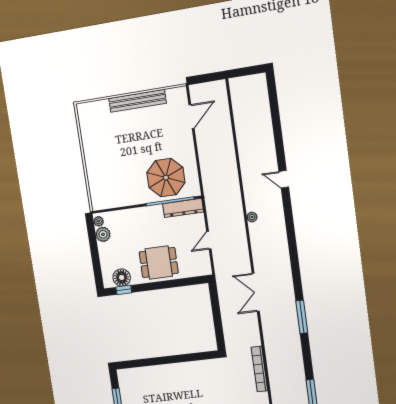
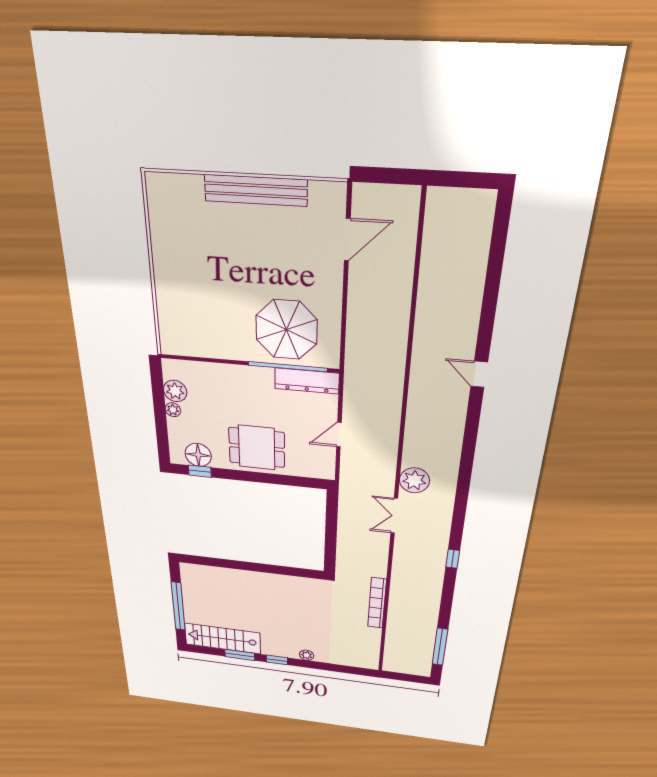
plant: (252, 217) -> (414, 480), moved, width x1.88, depth x1.88
plant: (99, 221) -> (173, 410), moved
double door: (256, 292) -> (394, 516), width x0.73
window: (302, 317) -> (453, 559), width x0.46

